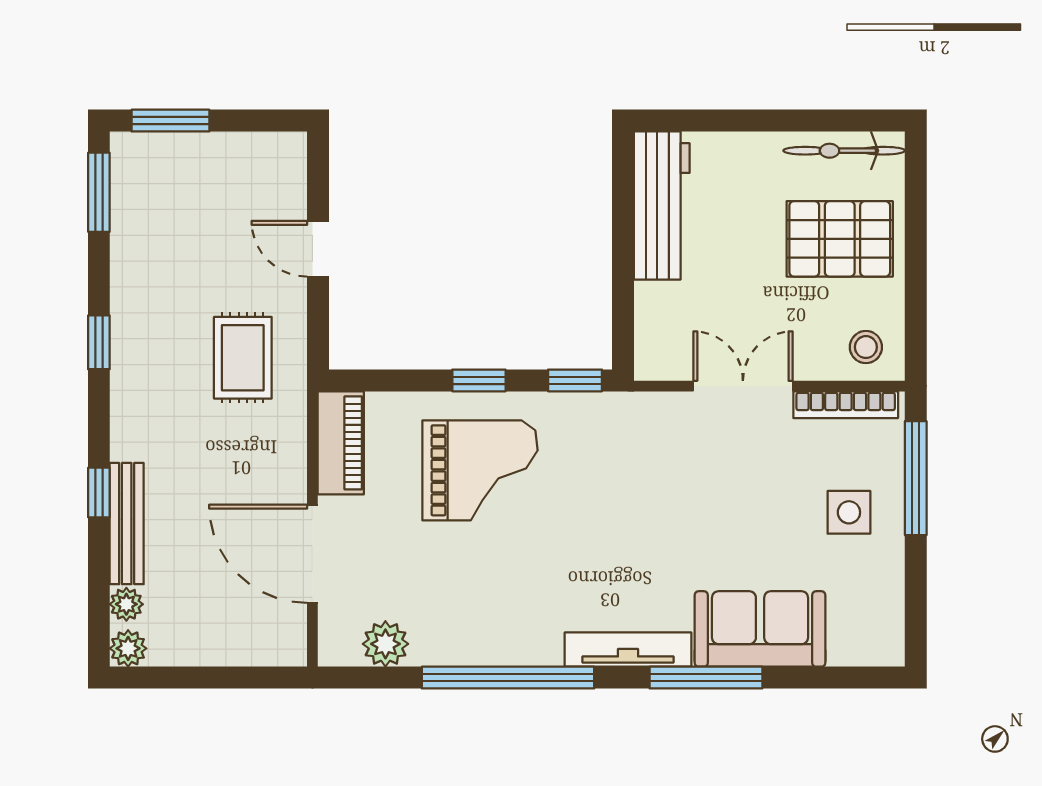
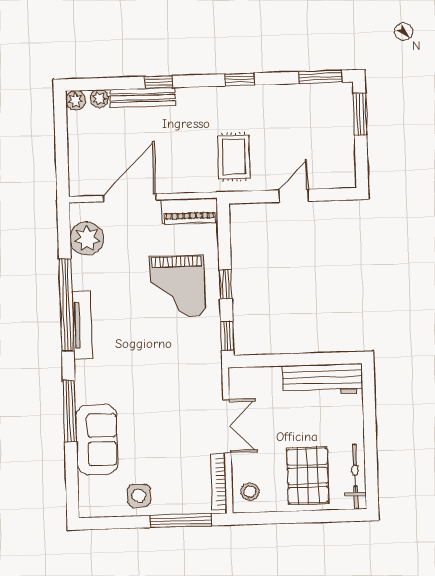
rug: (243, 358) -> (234, 157), turned 90
side table: (849, 512) -> (139, 496), moved
plant: (385, 644) -> (87, 238), width x1.36, depth x1.36
tv unit: (628, 650) -> (82, 325), moved

